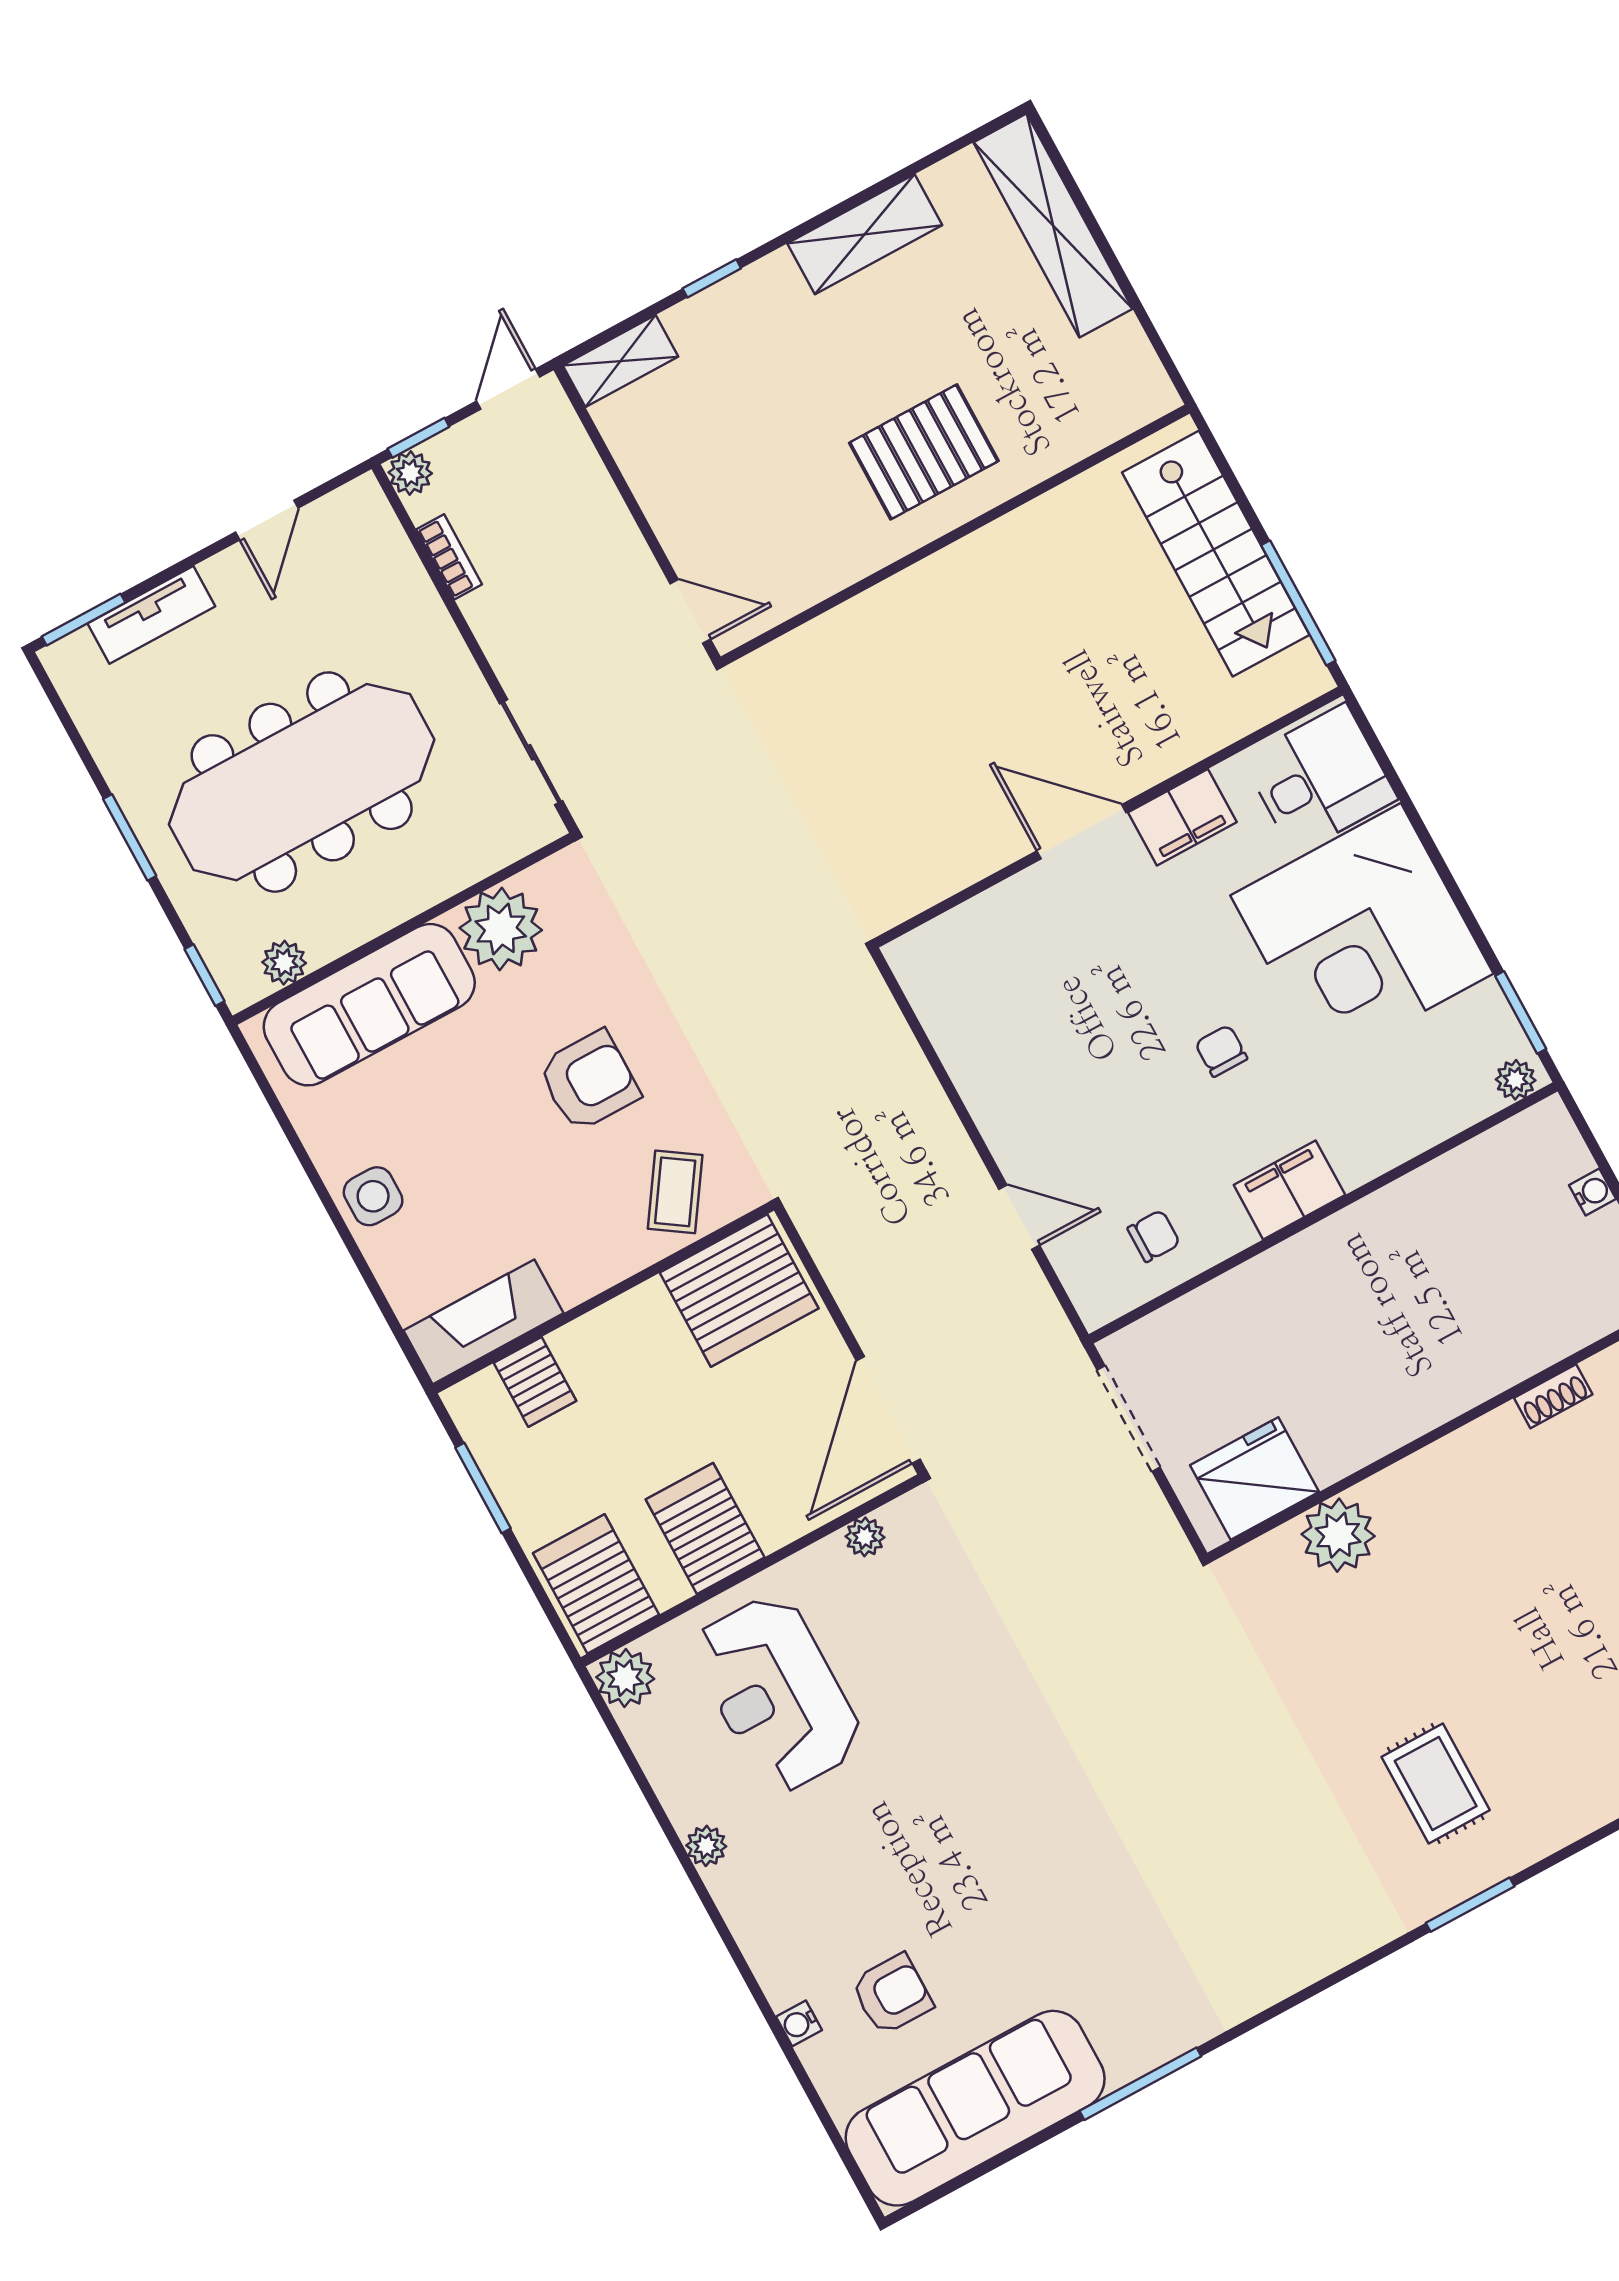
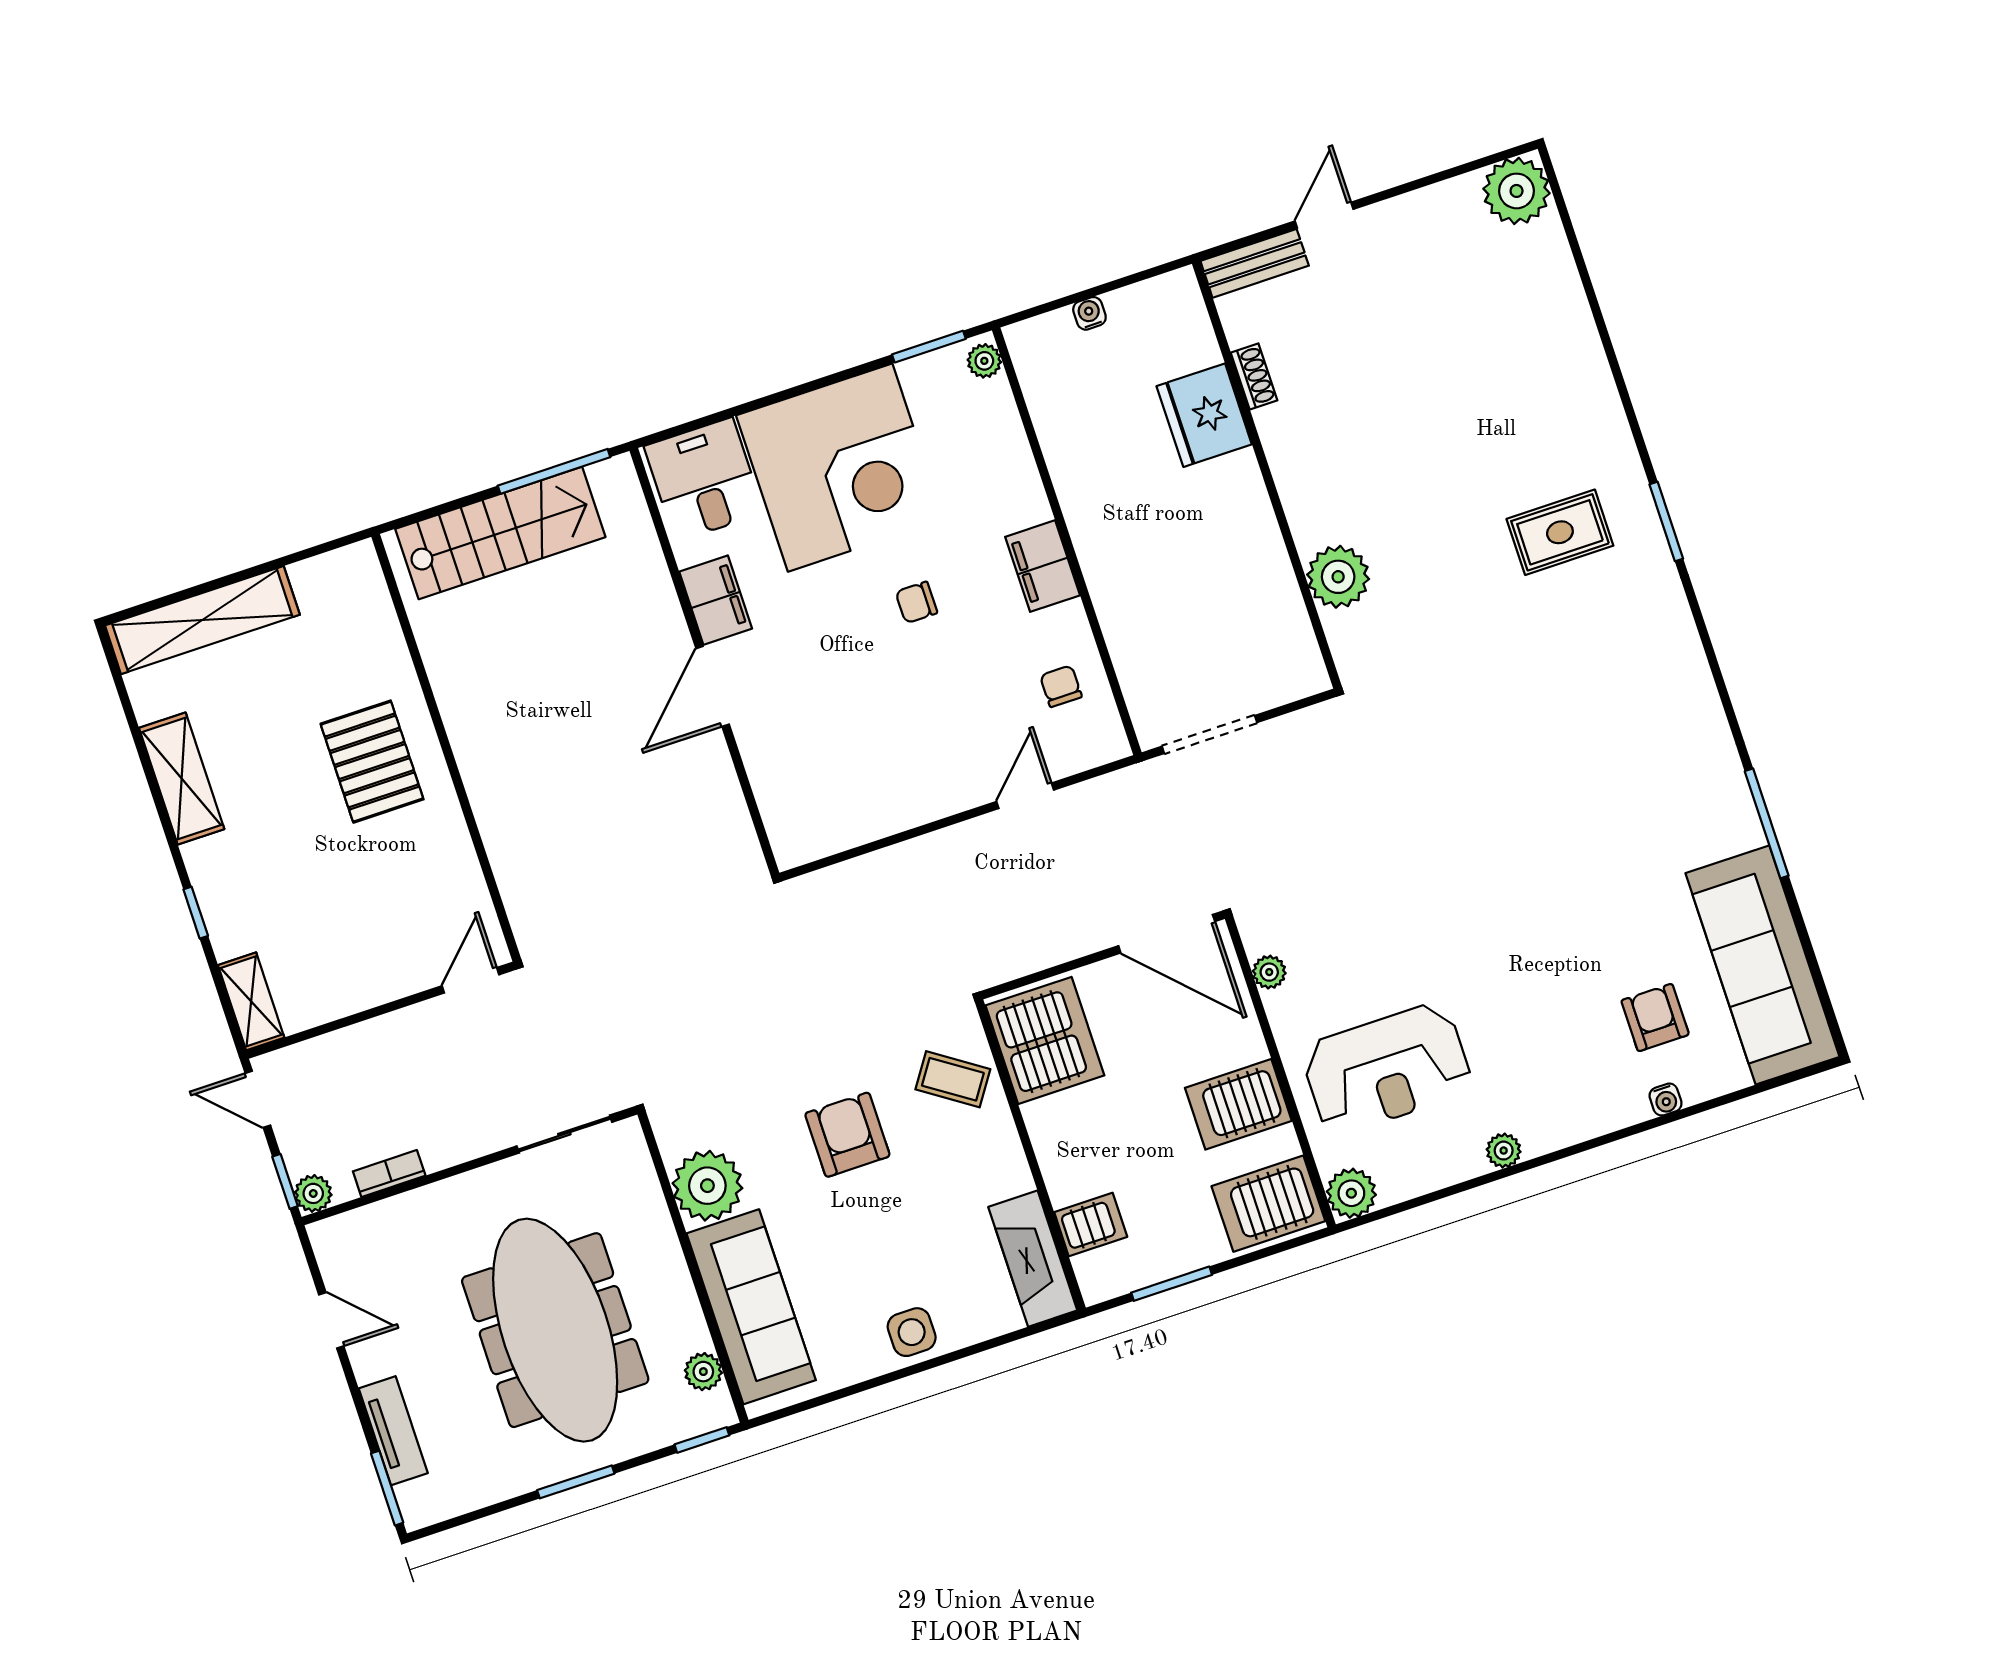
fridge: (1254, 1479) -> (1204, 415), moved

